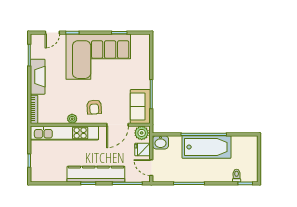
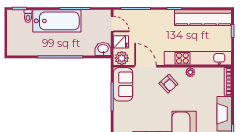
armchair: (94, 107) -> (169, 84), turned 141
door: (118, 125) -> (145, 66), hinge flipped
bathtub: (206, 147) -> (57, 21), moved, turned 180
kitchen counter: (96, 174) -> (203, 18), moved

